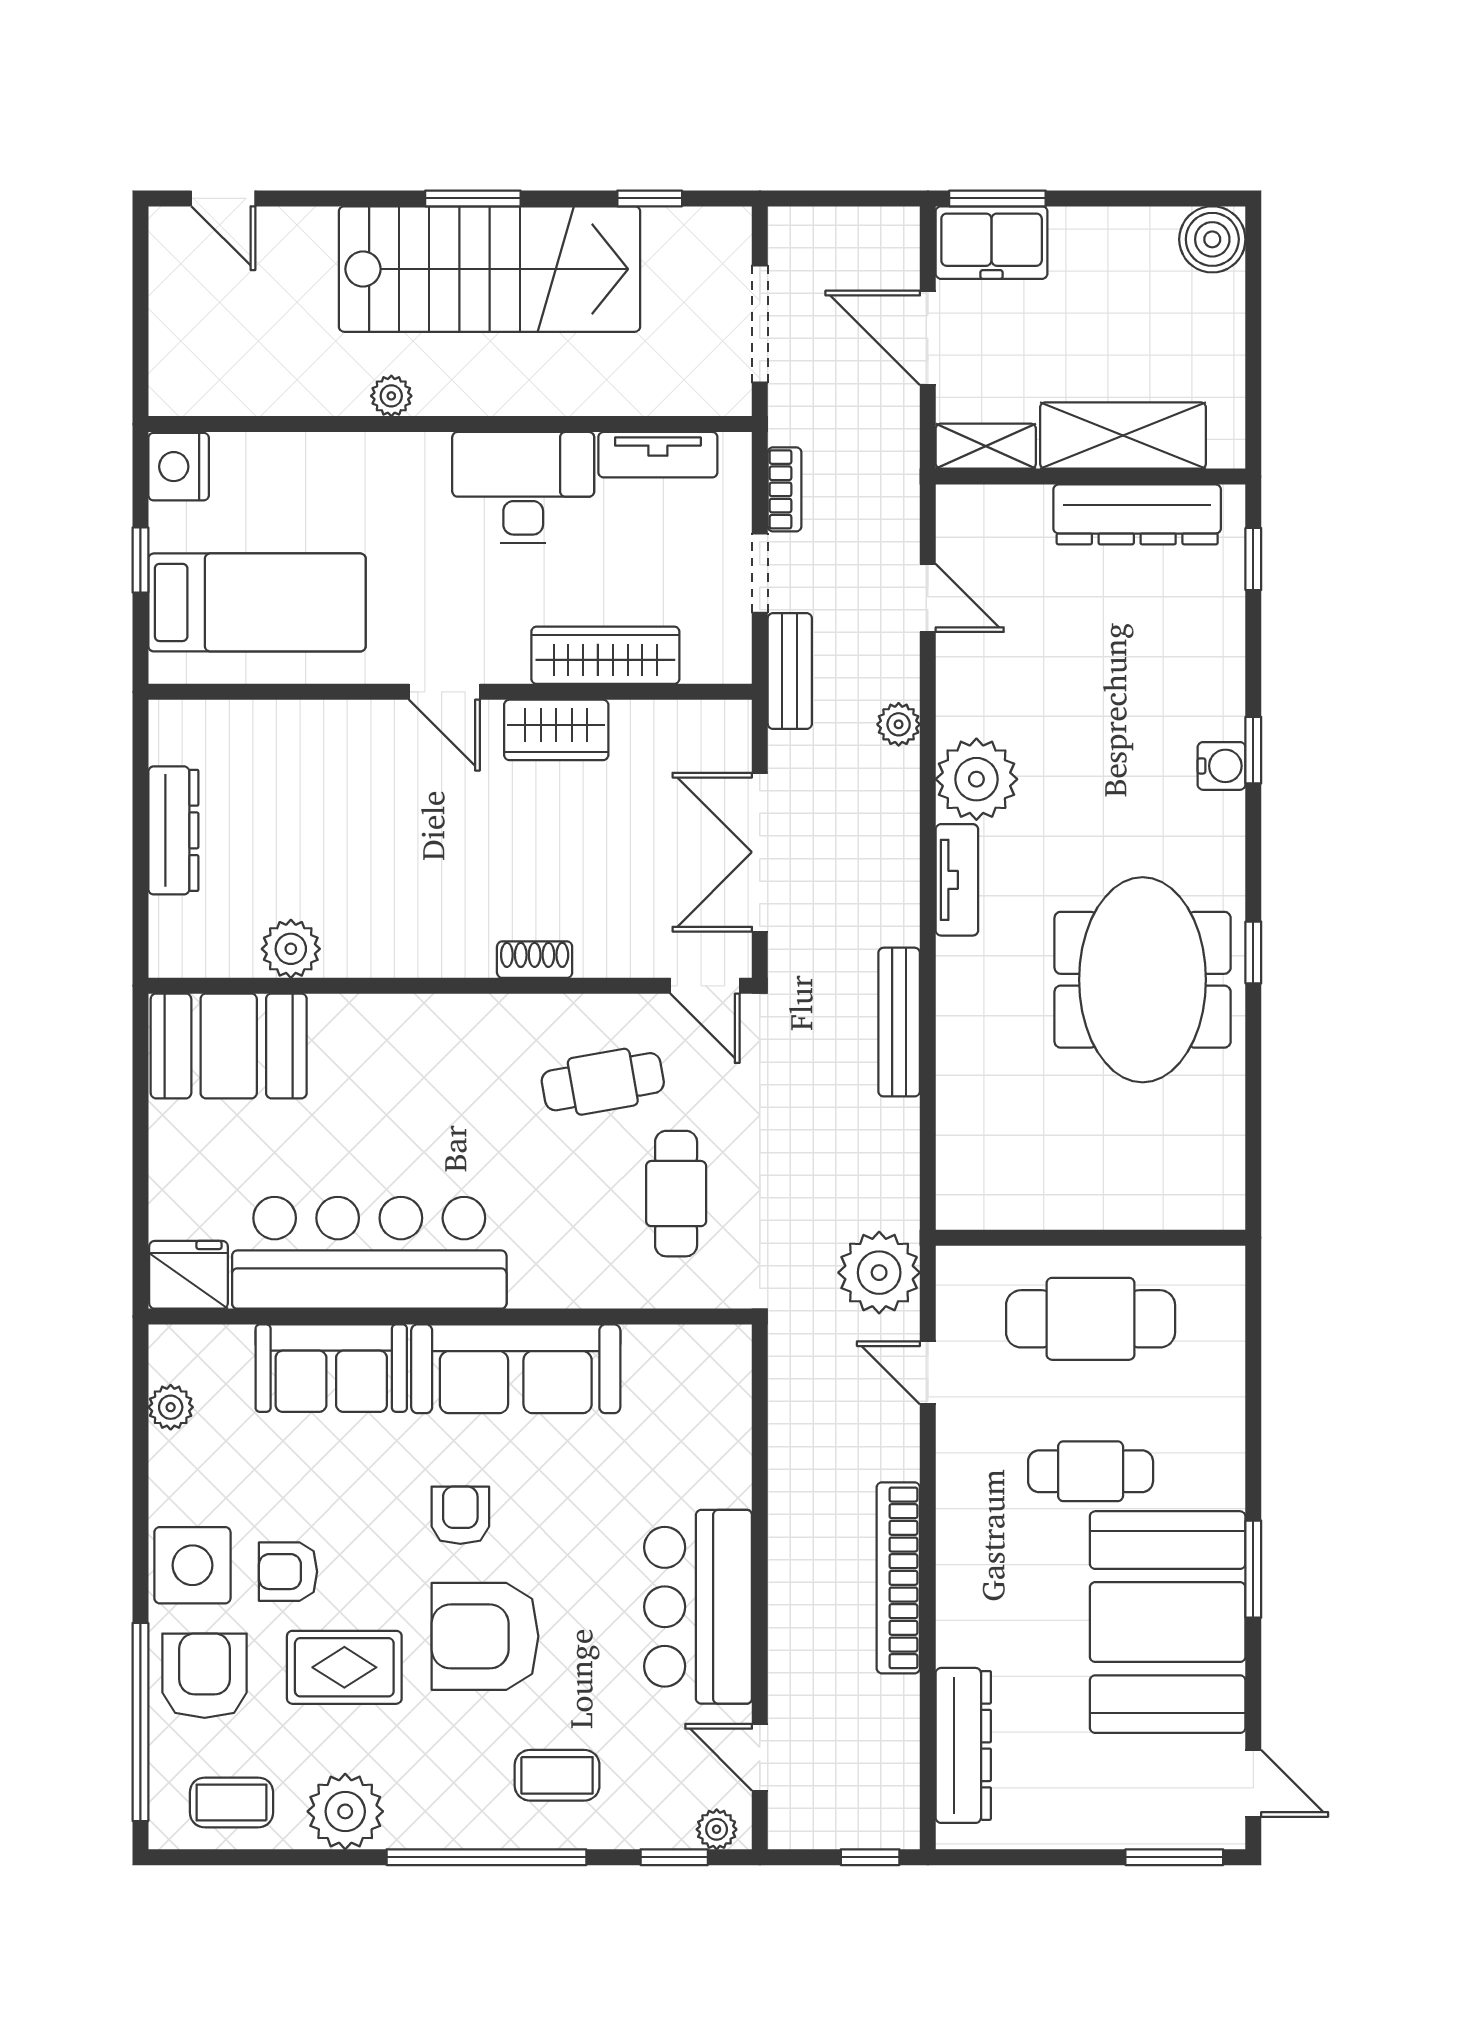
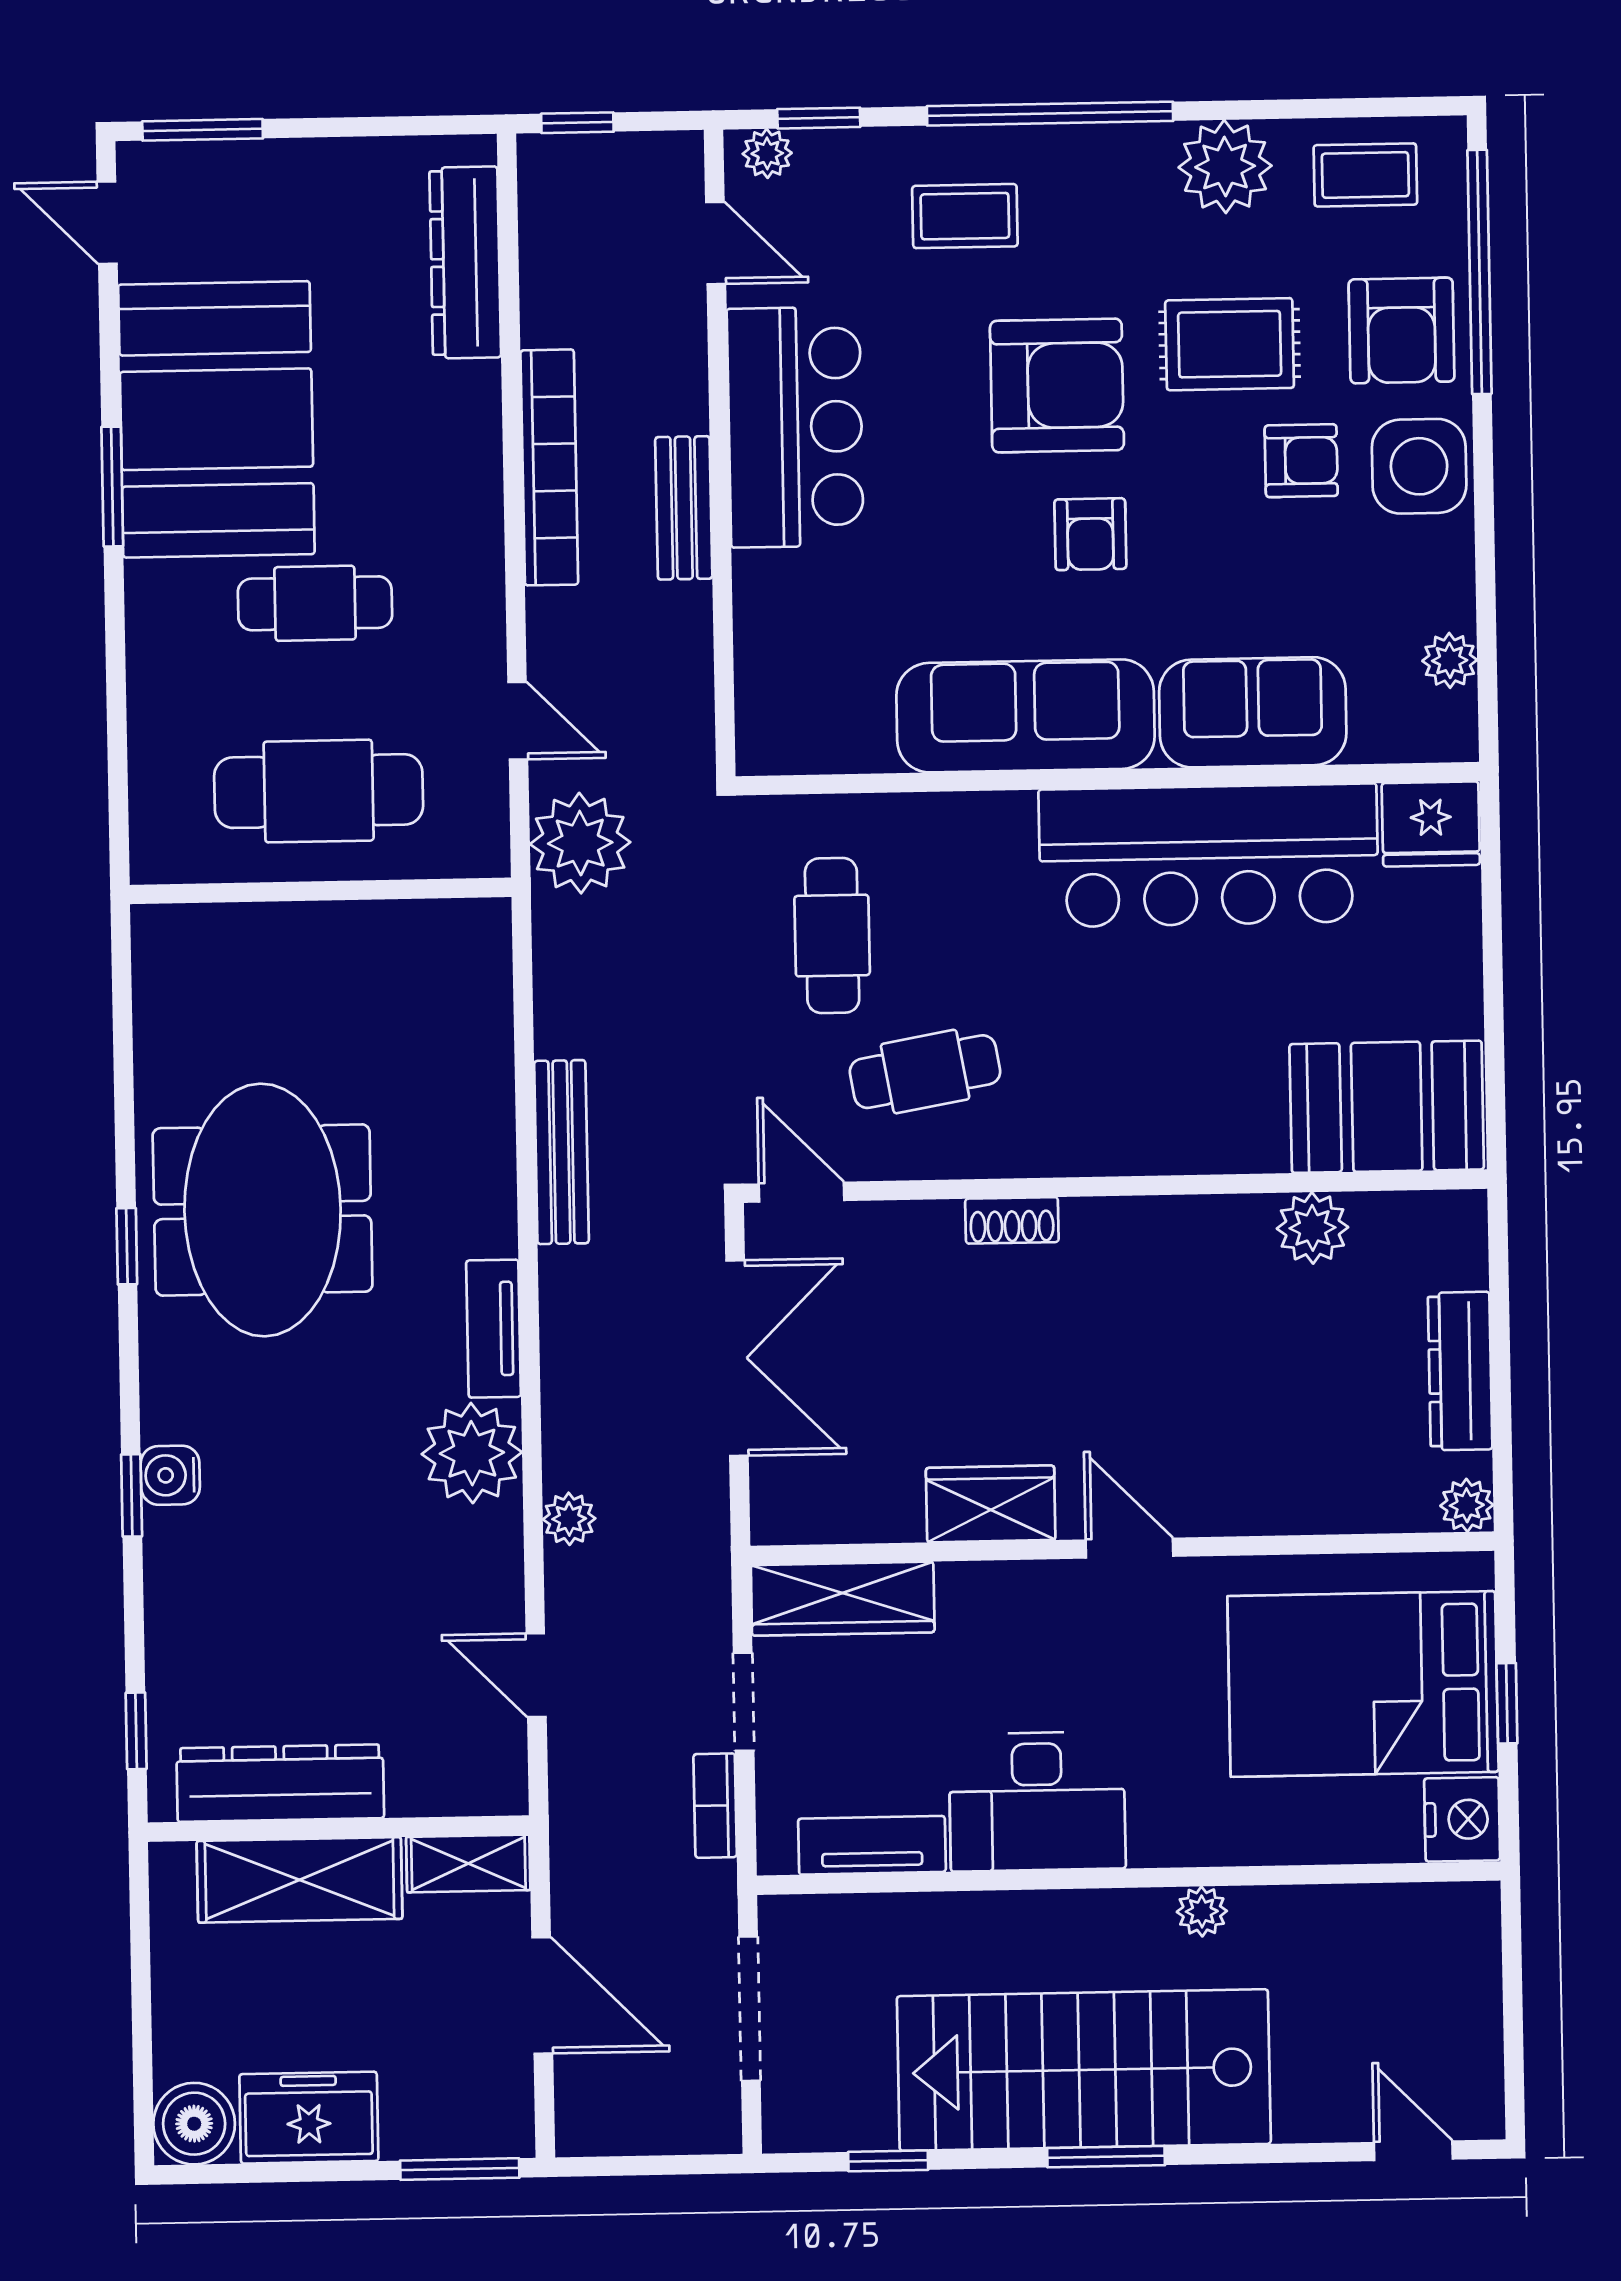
freezer: (992, 243) -> (309, 2118), moved
bed: (257, 602) -> (1363, 1684), width x1.50
wardrobe: (605, 655) -> (843, 1599), moved
bench: (790, 671) -> (684, 508), moved
plant: (170, 721) -> (1467, 1505), added

